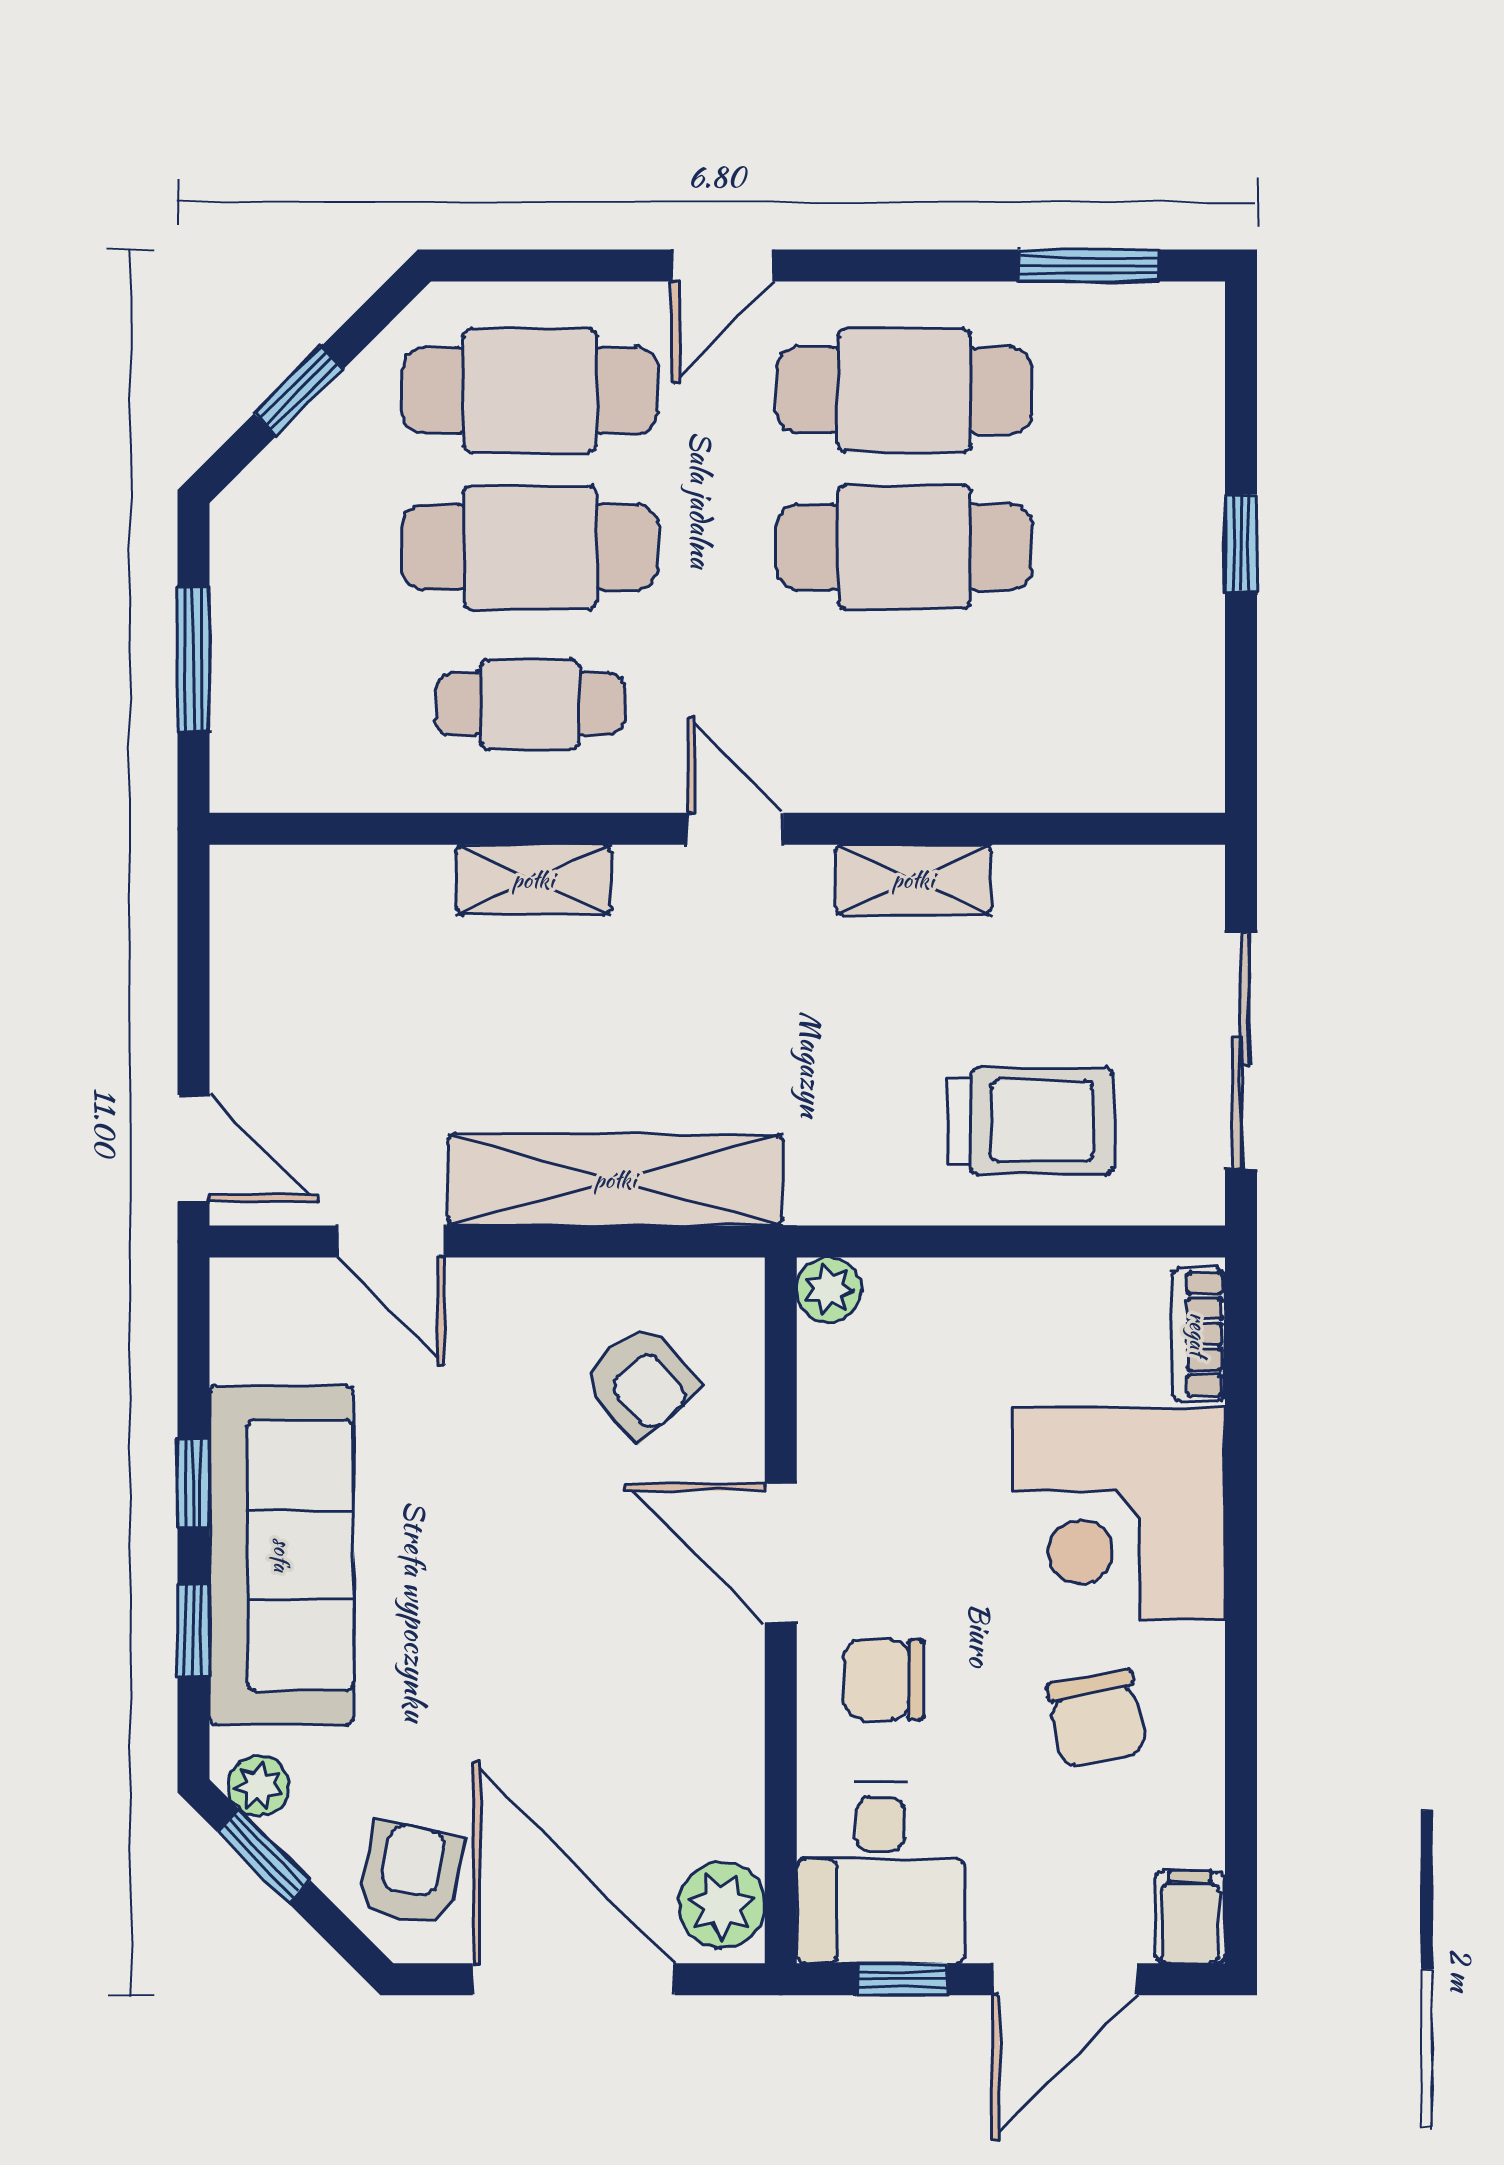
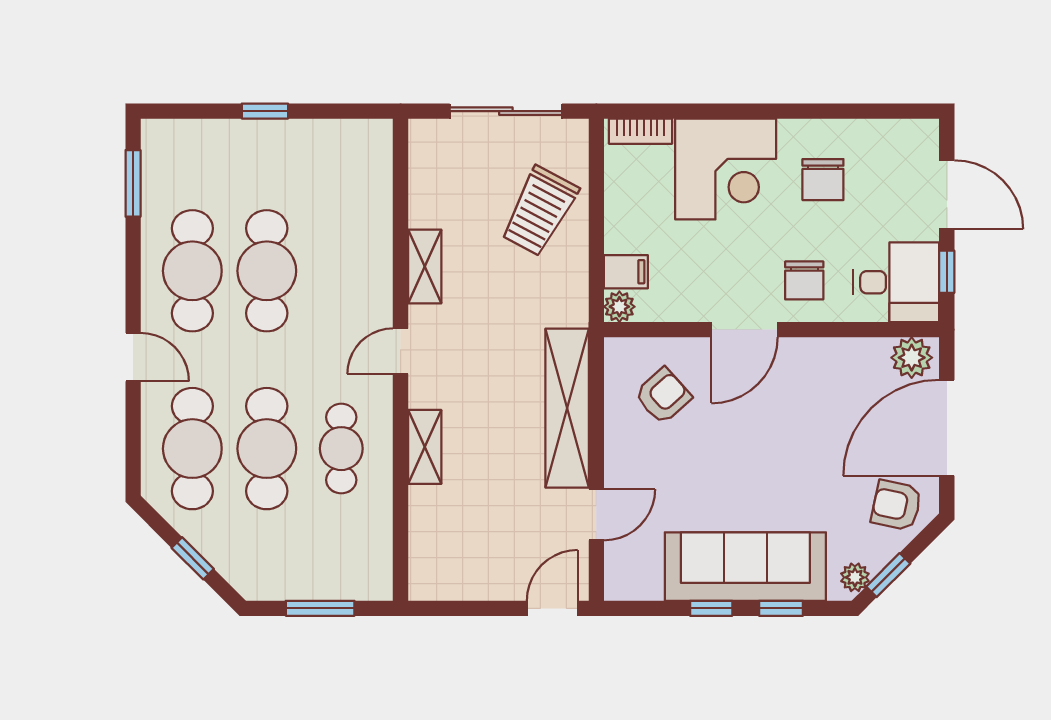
trolley: (1030, 1121) -> (539, 211), turned -152
chair: (1097, 1718) -> (823, 180), turned 101
filing cabinet: (1190, 1917) -> (626, 272), moved, turned 180

